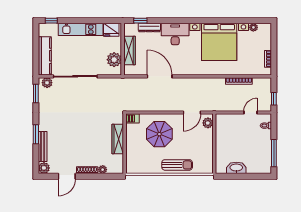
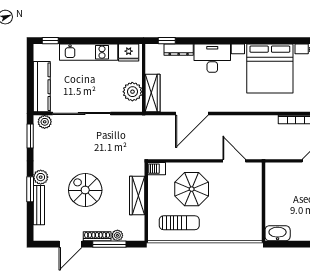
wardrobe: (129, 50) -> (153, 93), moved
door: (160, 76) -> (192, 113), swing flipped
door: (192, 113) -> (234, 161), swing flipped
plant: (208, 123) -> (255, 174), removed
spiral stairs: (78, 135) -> (85, 190), added
sun lounger: (177, 165) -> (179, 223), moved
plant: (44, 168) -> (41, 177), moved
washbasin: (236, 168) -> (278, 233), moved
window: (96, 176) -> (109, 244), added

